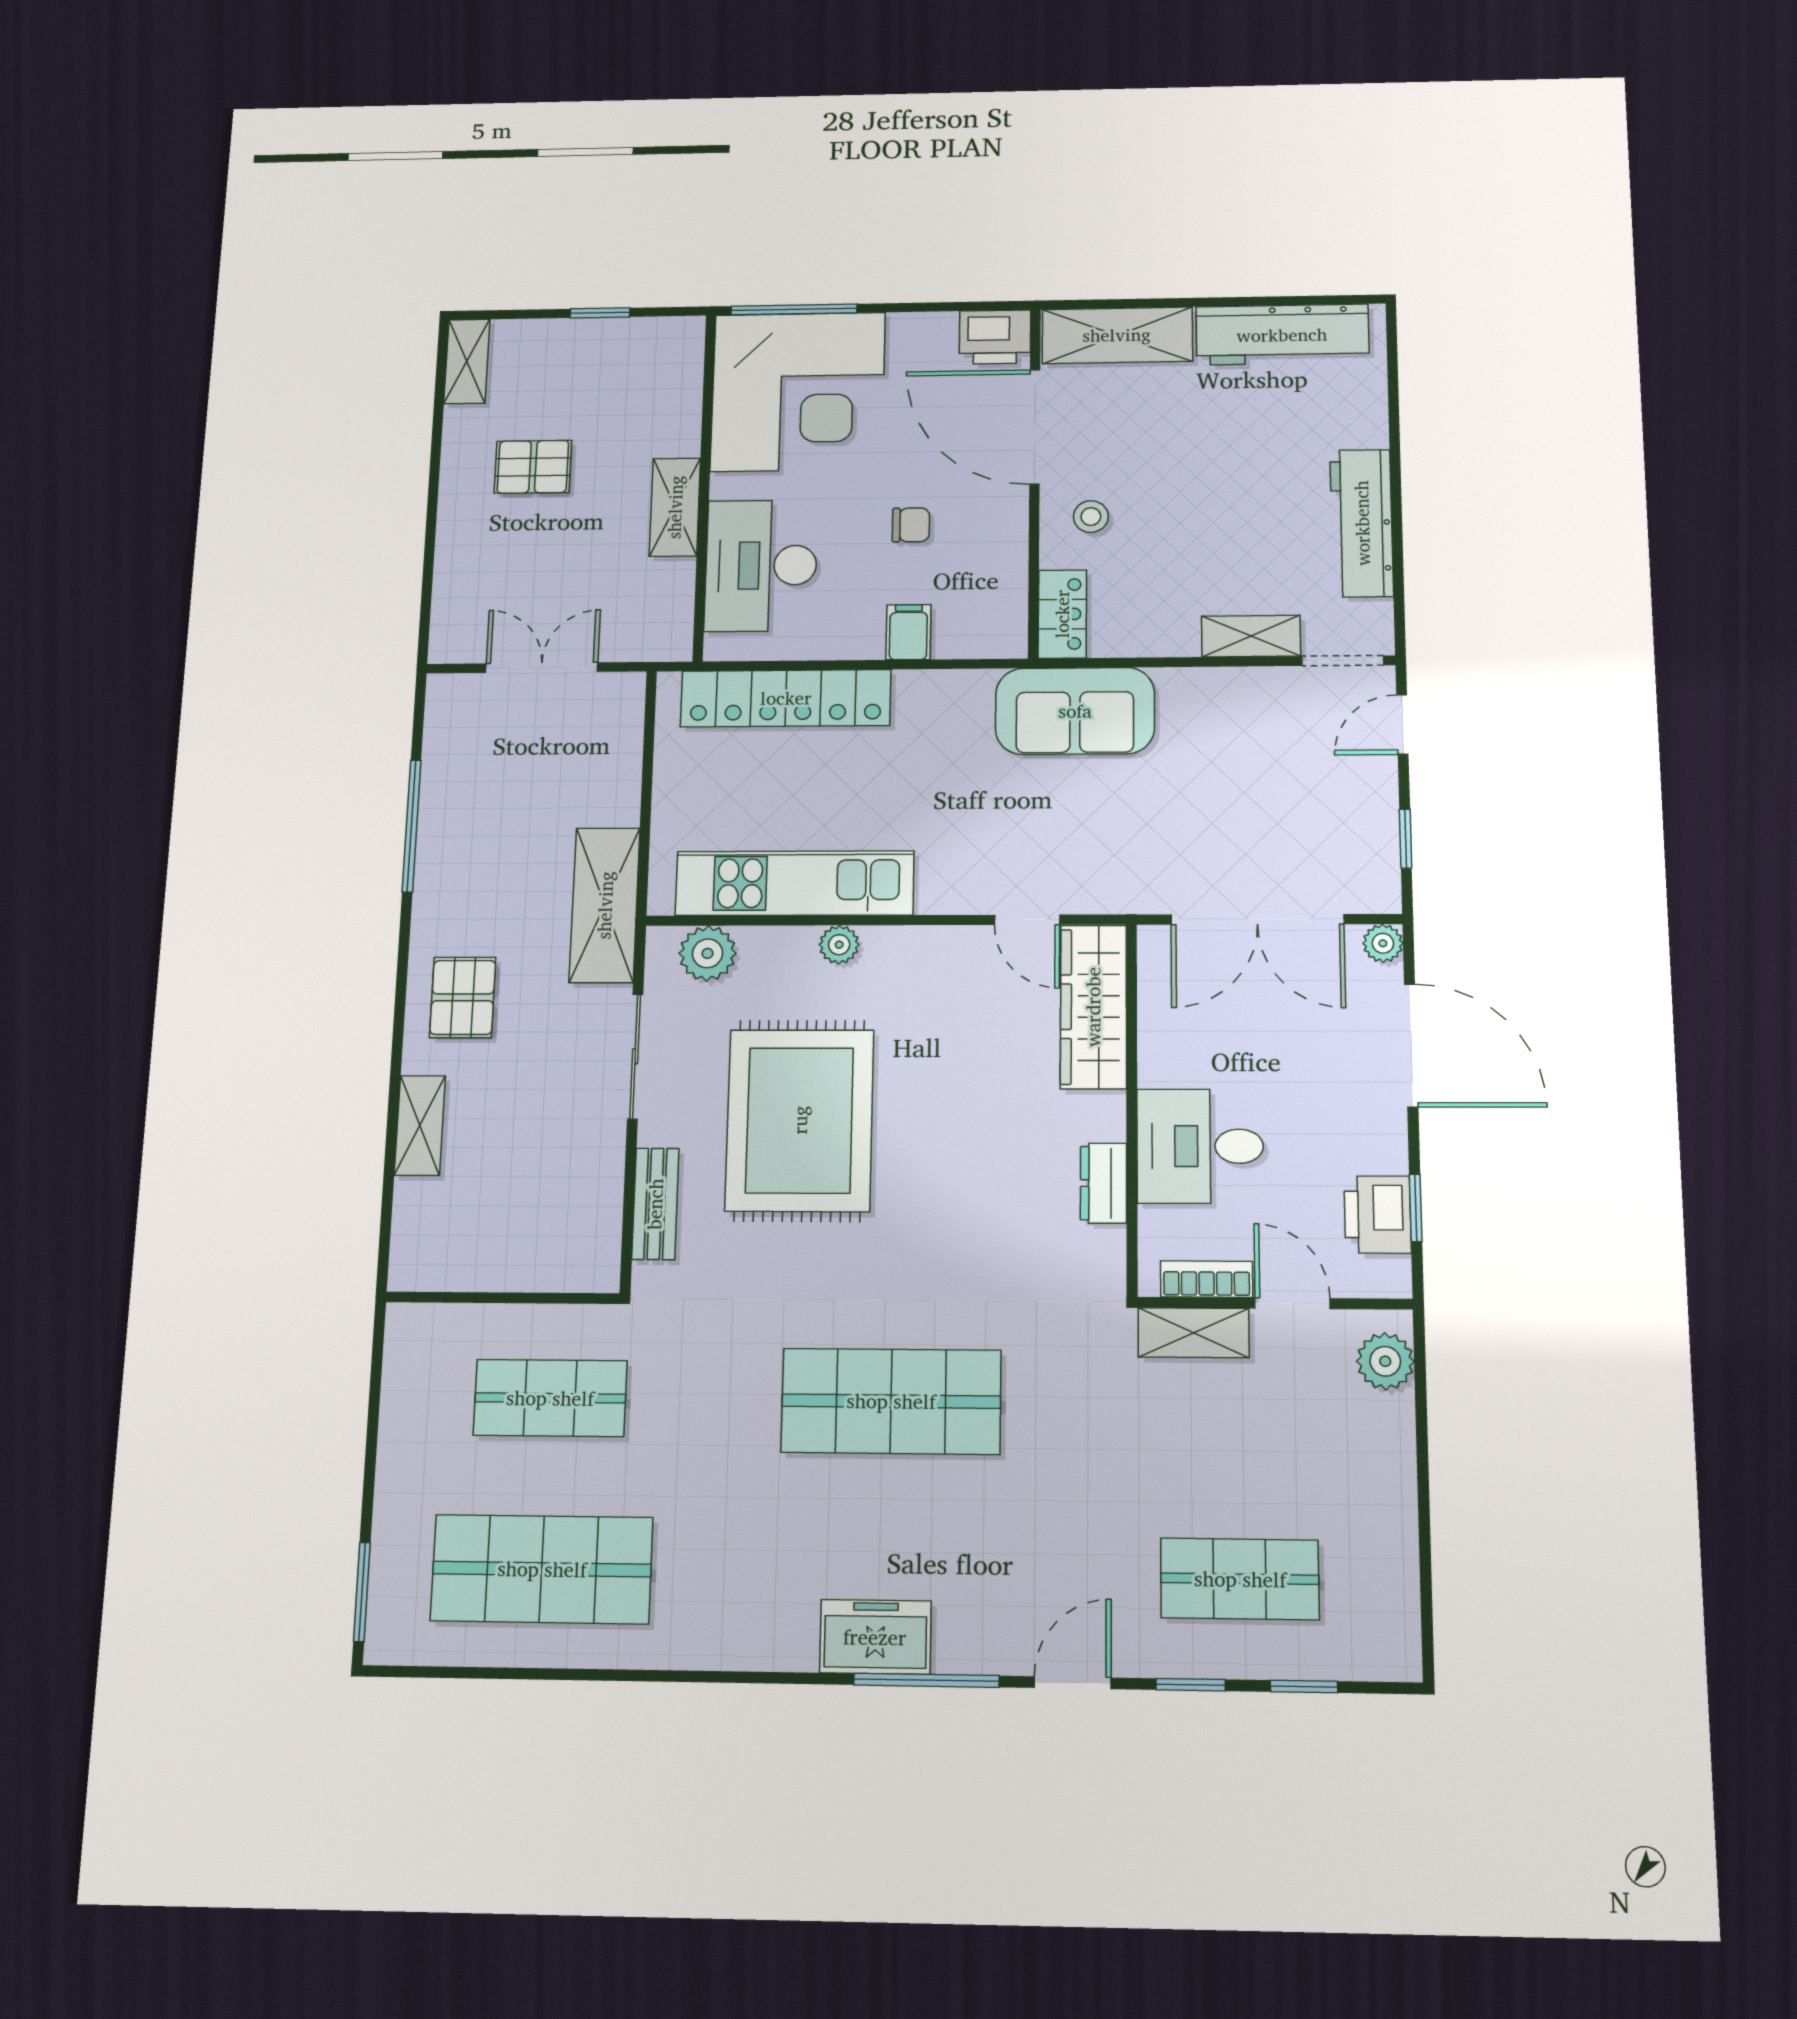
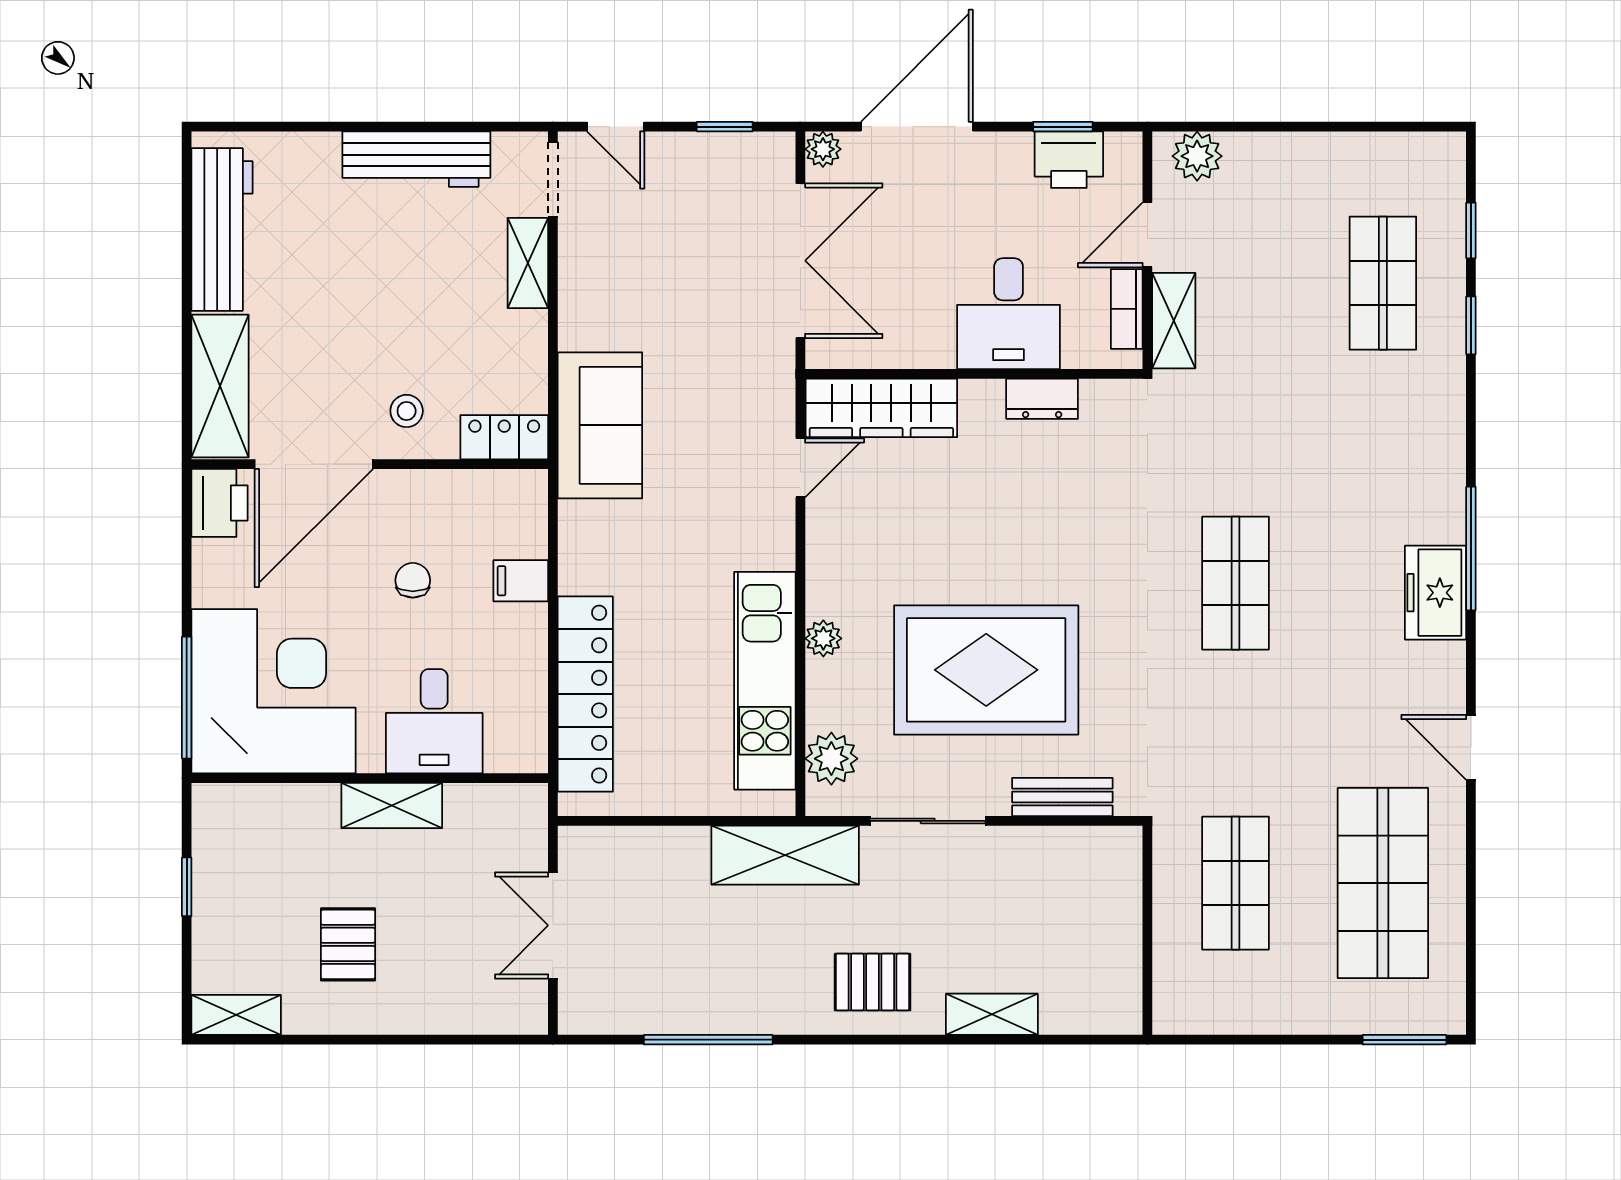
desk: (761, 565) -> (434, 721), width x0.73
shop shelf: (891, 1401) -> (1235, 583), width x0.70, depth x0.74
door: (1073, 1683) -> (1471, 747), moved

